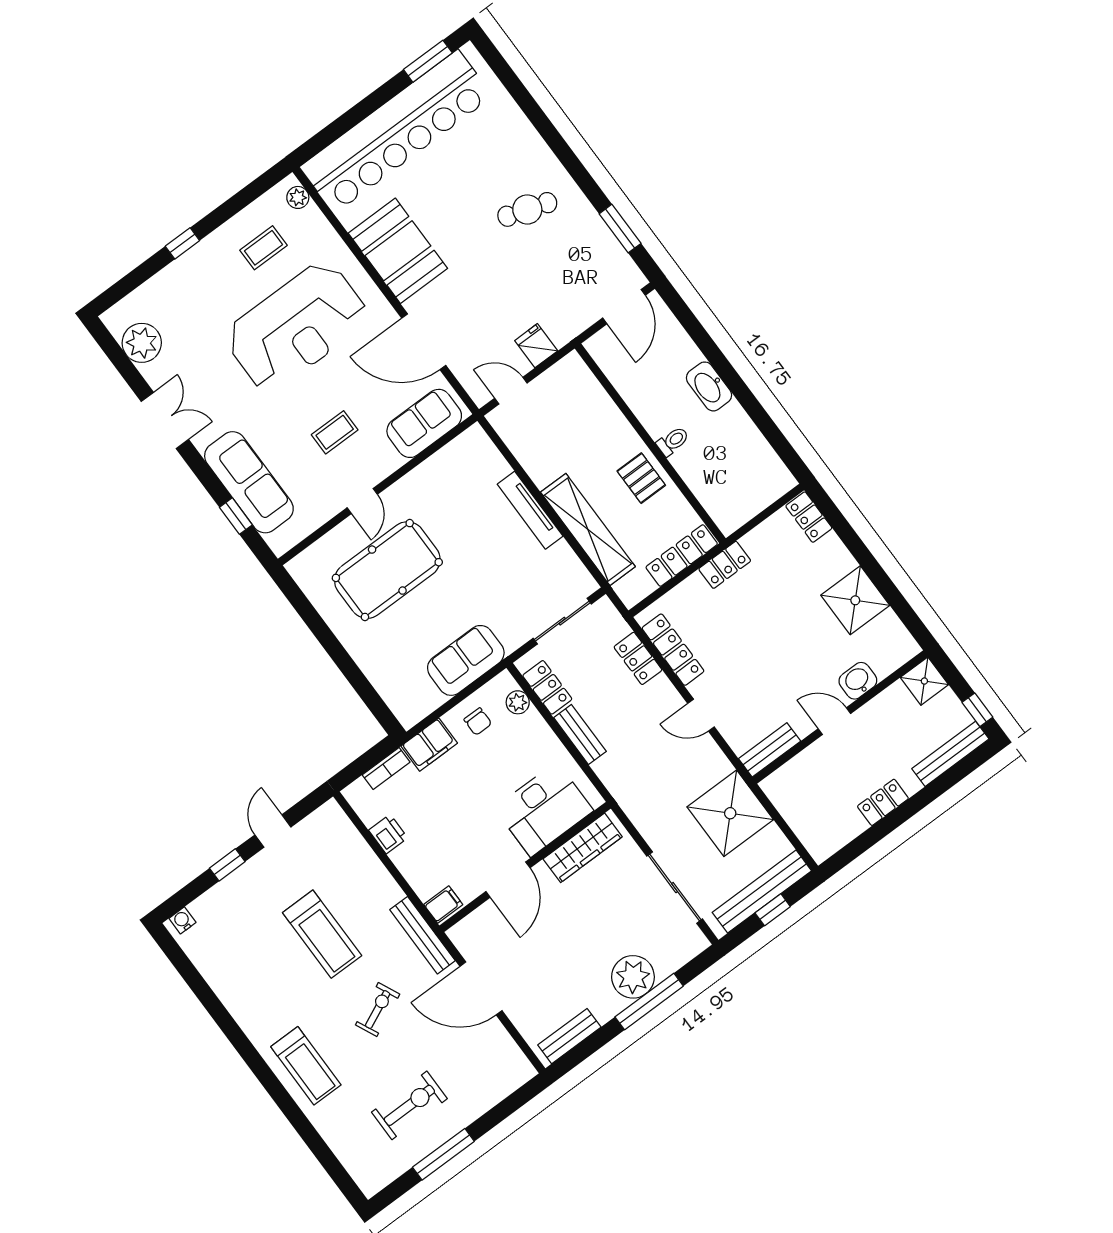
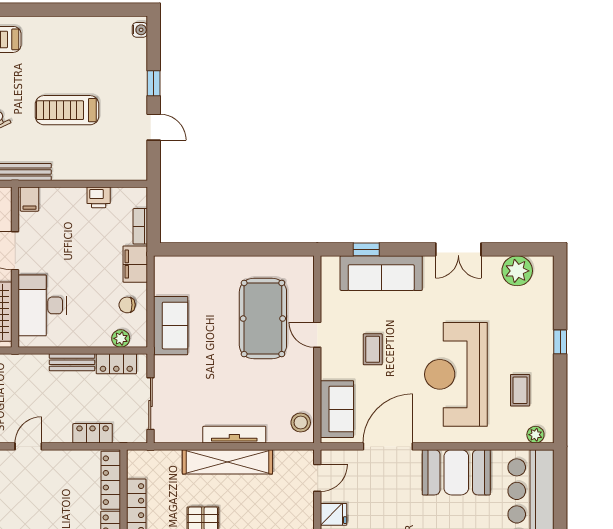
stool: (466, 451) -> (301, 423), added
shelving: (588, 529) -> (227, 462), moved
locker: (673, 650) -> (111, 480), moved, turned 90

